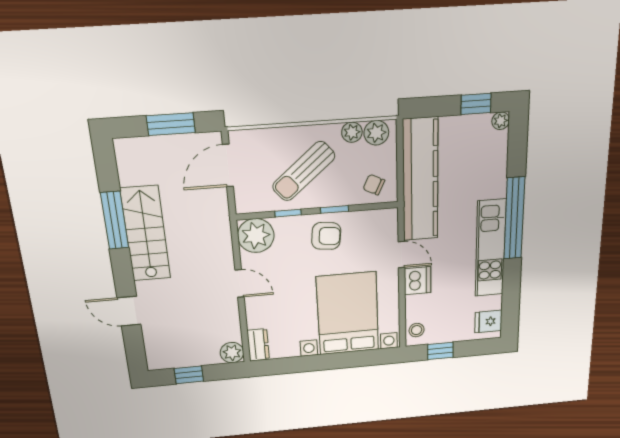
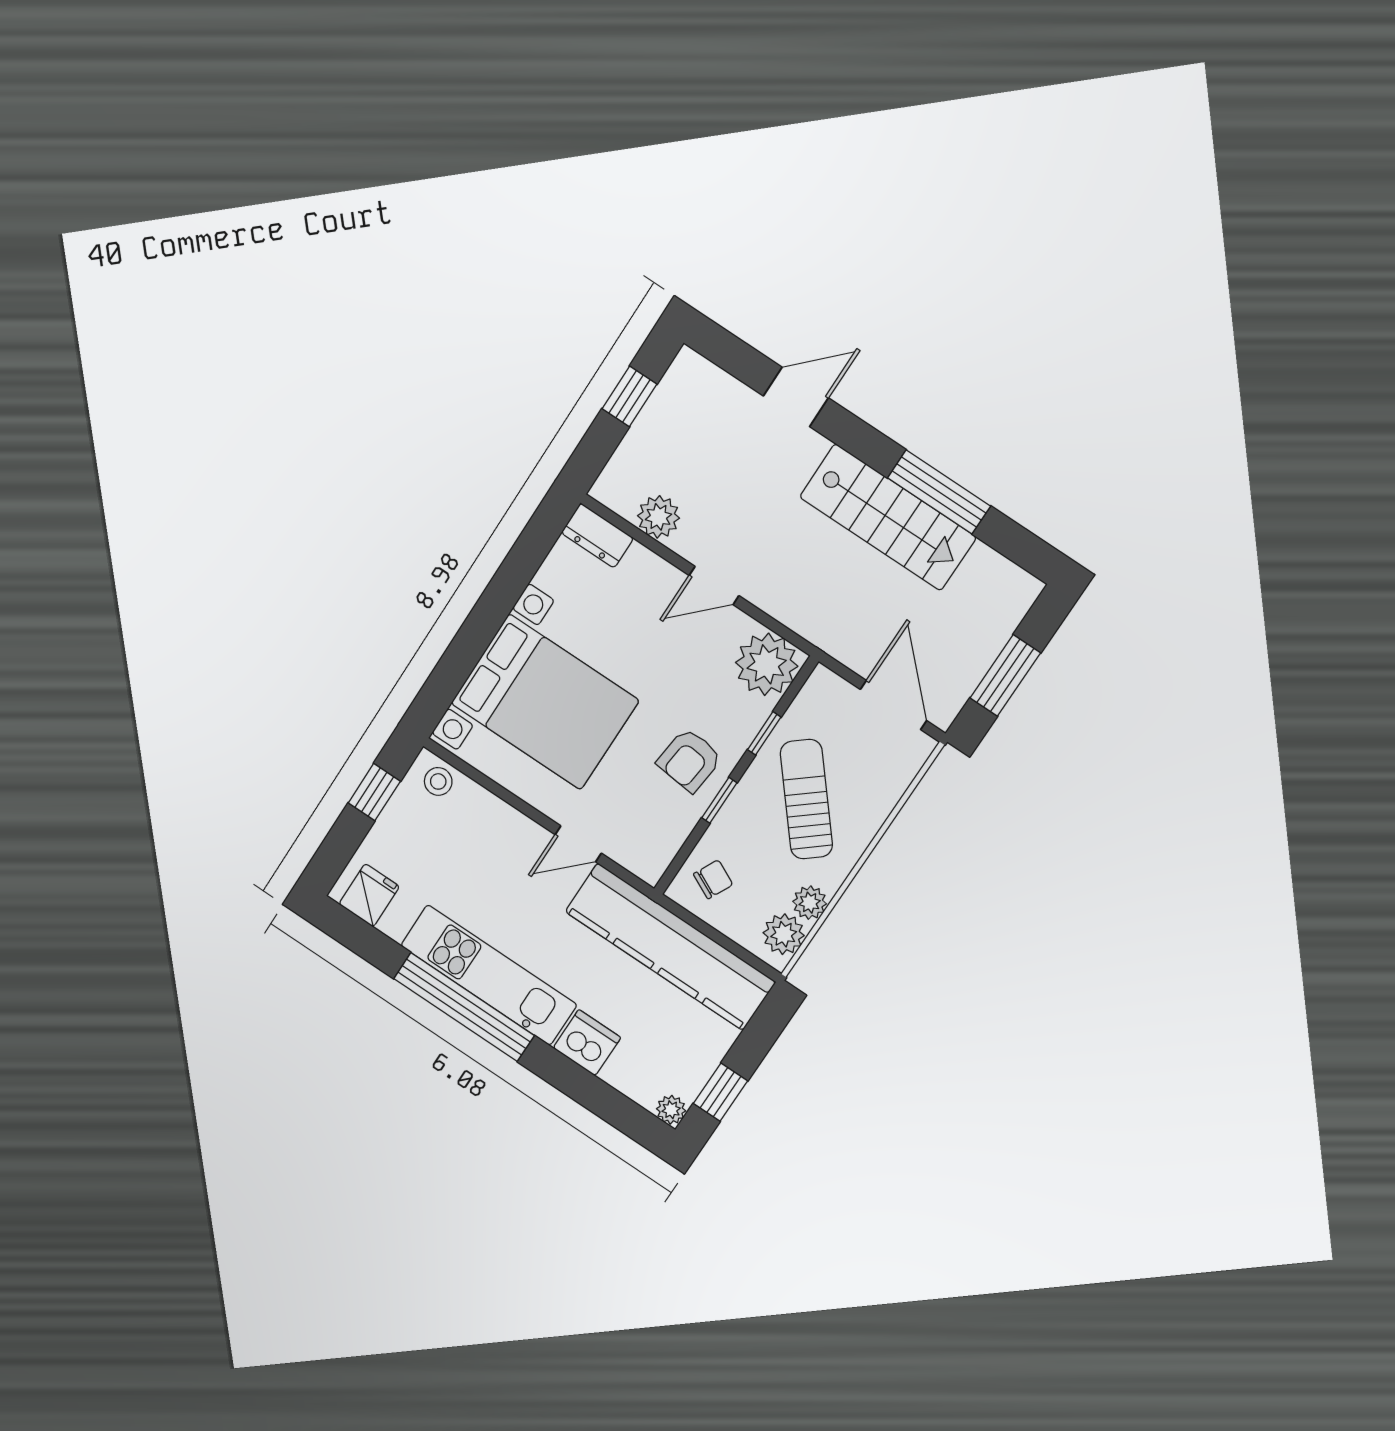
window: (514, 218) -> (464, 1007), moved
dishwasher: (418, 281) -> (587, 1043), moved, turned 180
plant: (232, 353) -> (658, 517), moved

